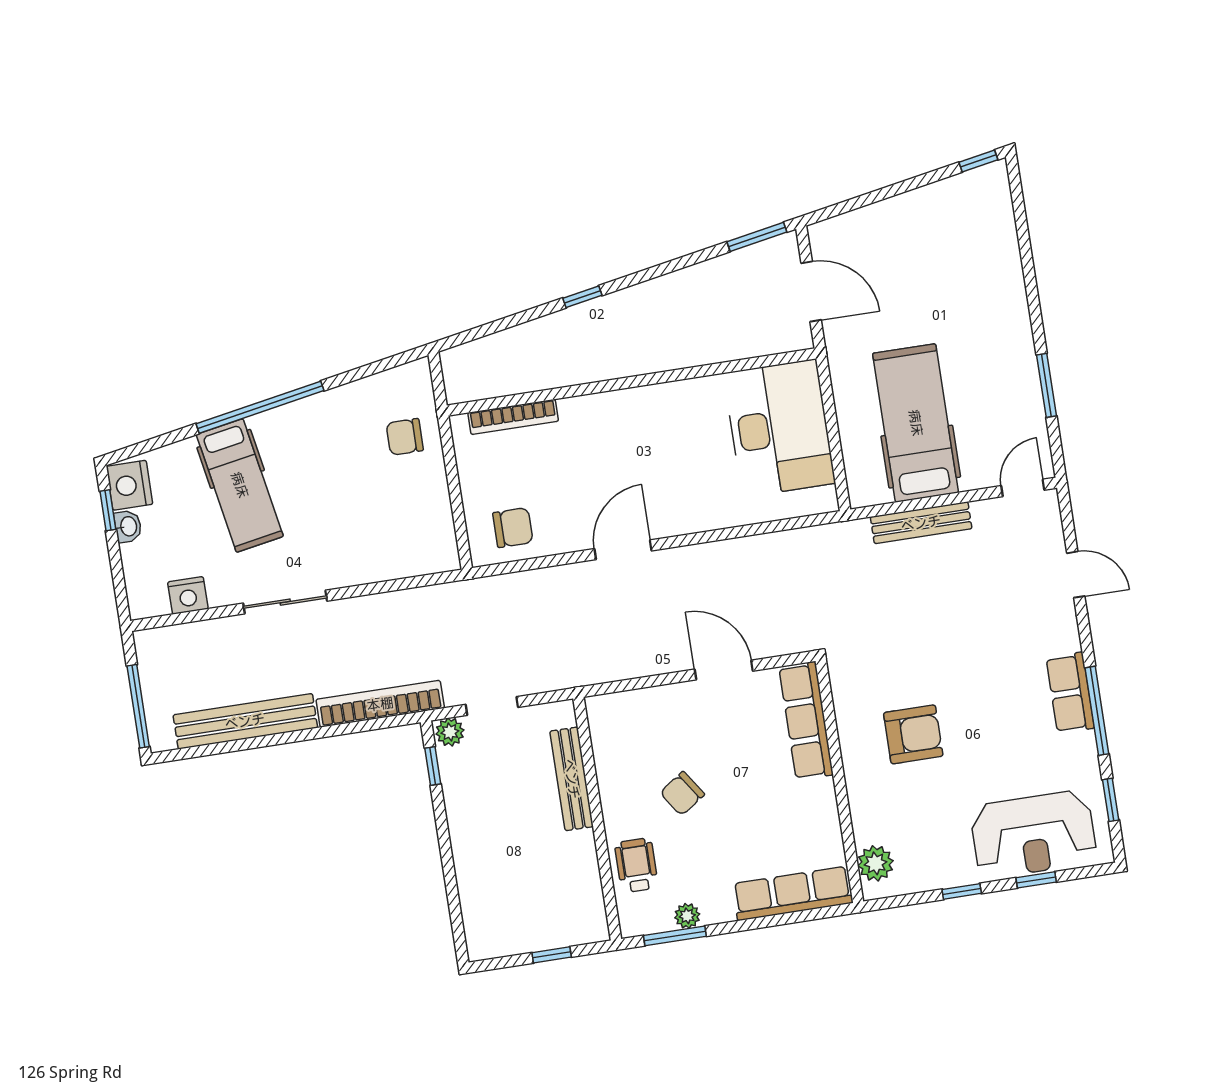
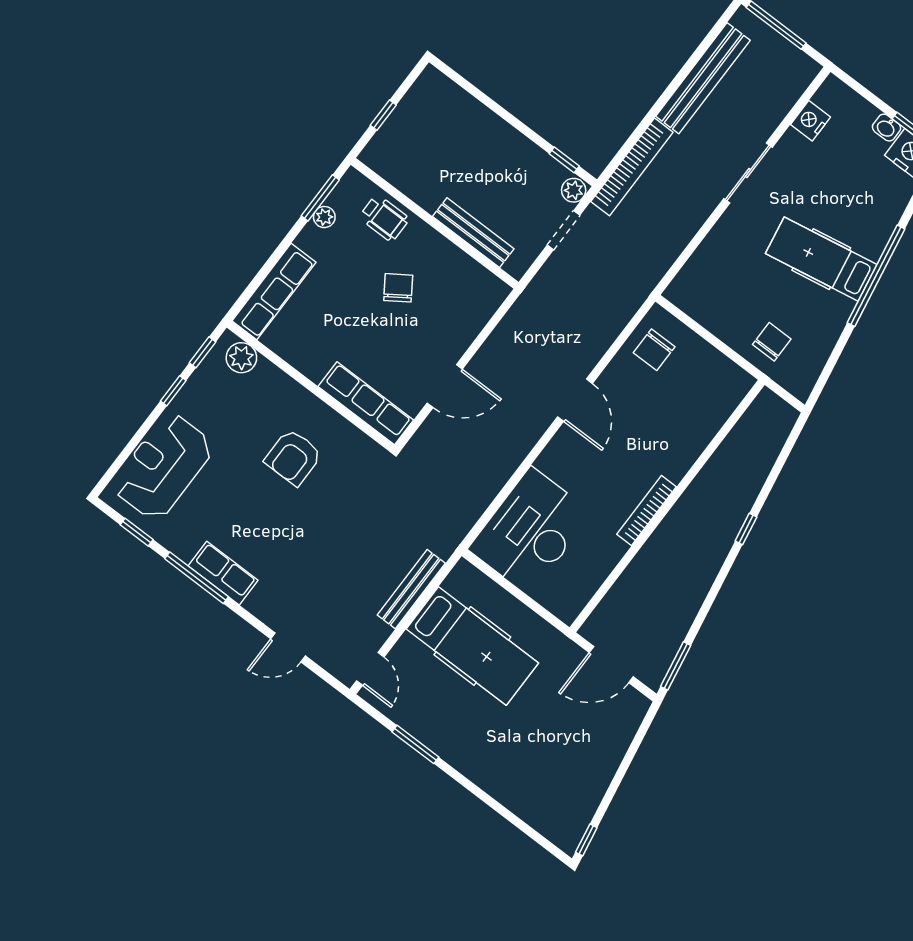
bookcase: (513, 417) -> (647, 510), moved
desk: (779, 428) -> (530, 531), moved, turned 90
hospital bed: (240, 485) -> (821, 259), moved
window: (1036, 880) -> (203, 352), moved

